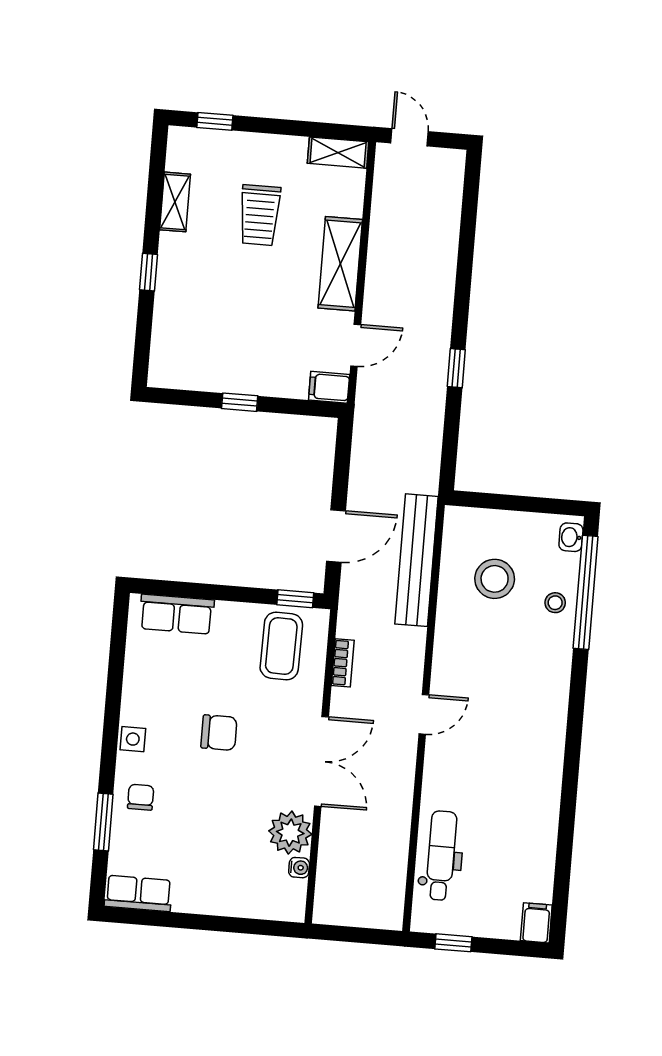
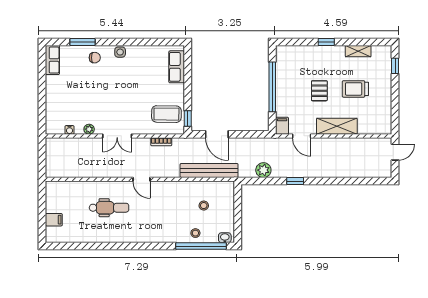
shelving: (338, 153) -> (386, 121), removed
pallet: (257, 297) -> (319, 91), added
window: (240, 402) -> (272, 87), width x3.17
plant: (426, 438) -> (263, 170), added
stool: (495, 579) -> (204, 206), width x0.53, depth x0.53
chair: (219, 733) -> (126, 90), removed
double door: (321, 761) -> (117, 136), width x0.73
plant: (290, 833) -> (89, 129), width x0.53, depth x0.53
dental chair: (441, 856) -> (109, 208), moved
filing cabinet: (536, 923) -> (54, 220), moved
window: (453, 943) -> (42, 201), removed

